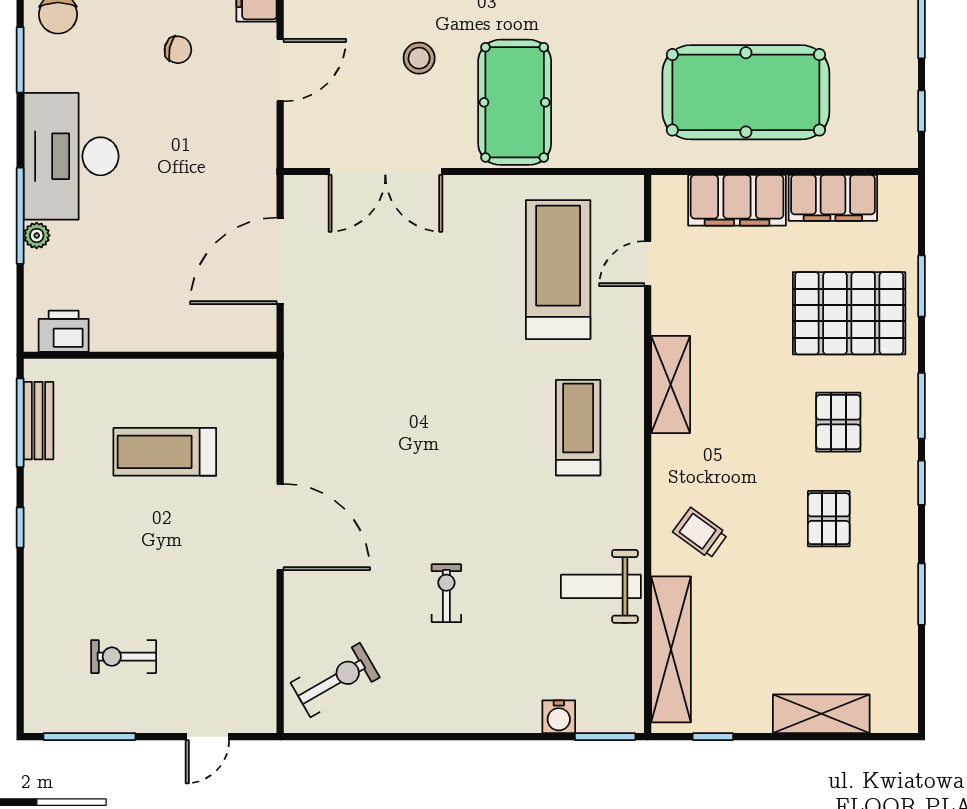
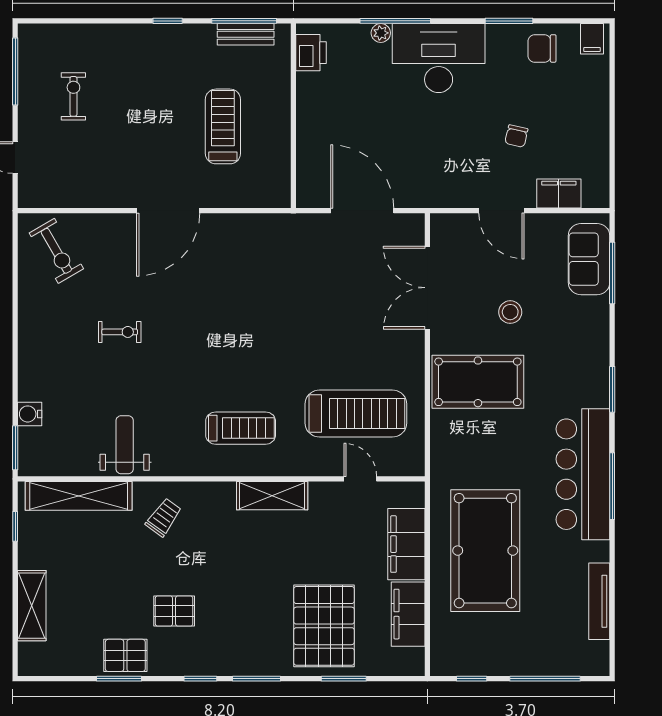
pallet: (838, 422) -> (125, 655), moved

